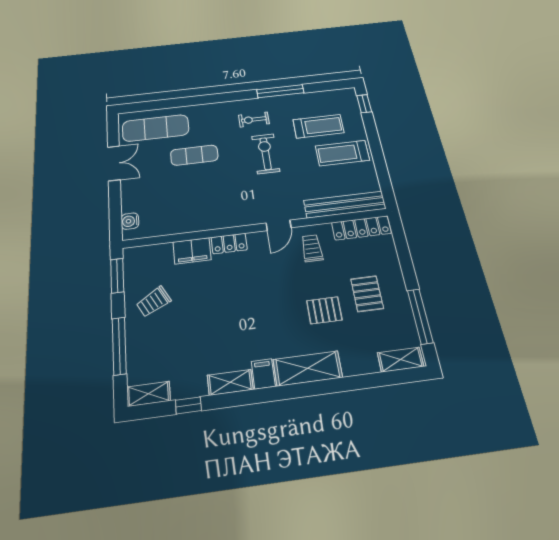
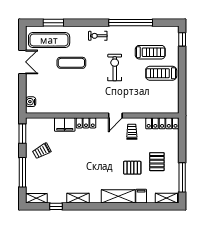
window: (280, 91) -> (131, 23), width x1.46
window: (161, 104) -> (53, 23), added
exercise bike: (254, 119) -> (98, 36), moved
bench: (345, 205) -> (156, 108), removed
filing cabinet: (263, 374) -> (141, 196), moved

